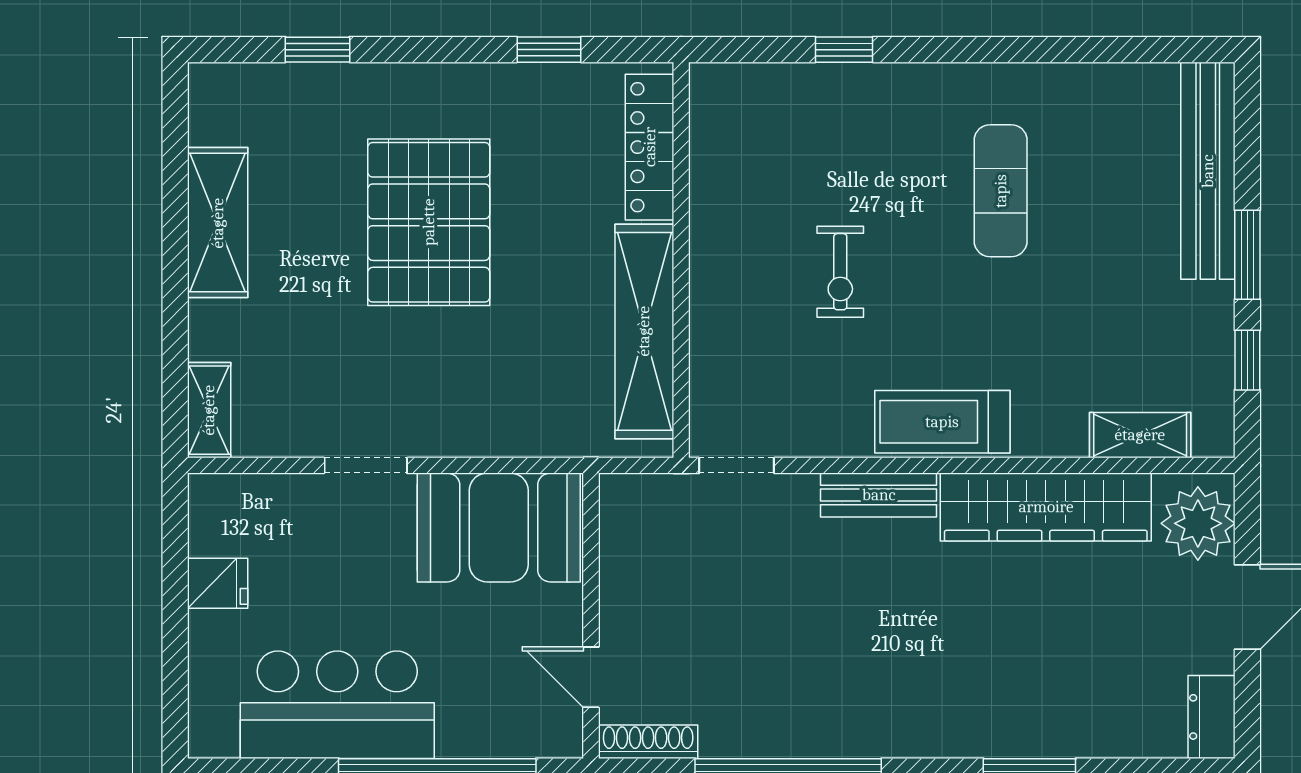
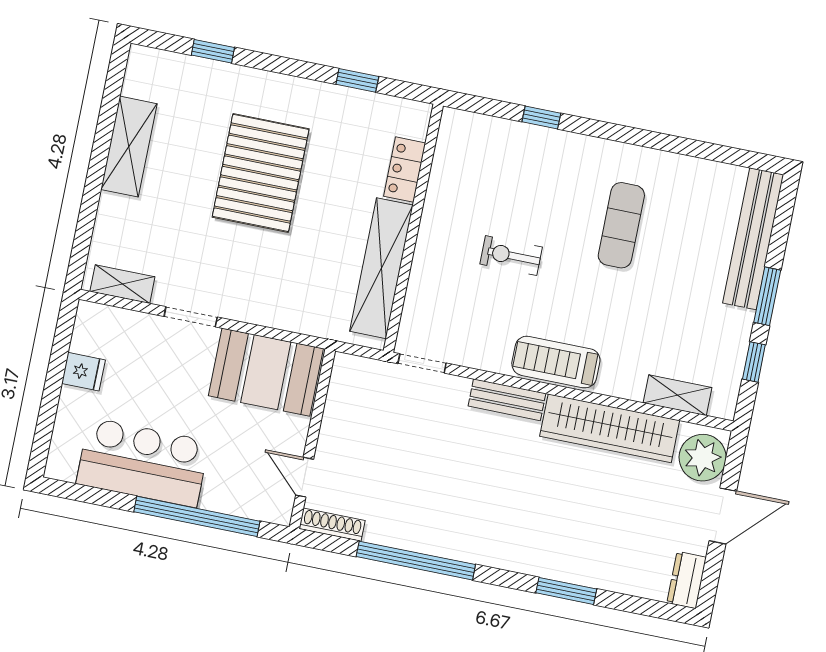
locker: (650, 147) -> (405, 170), width x0.66
exercise bike: (840, 272) -> (511, 256), turned 90
shelving: (209, 410) -> (122, 284), moved, turned 90

